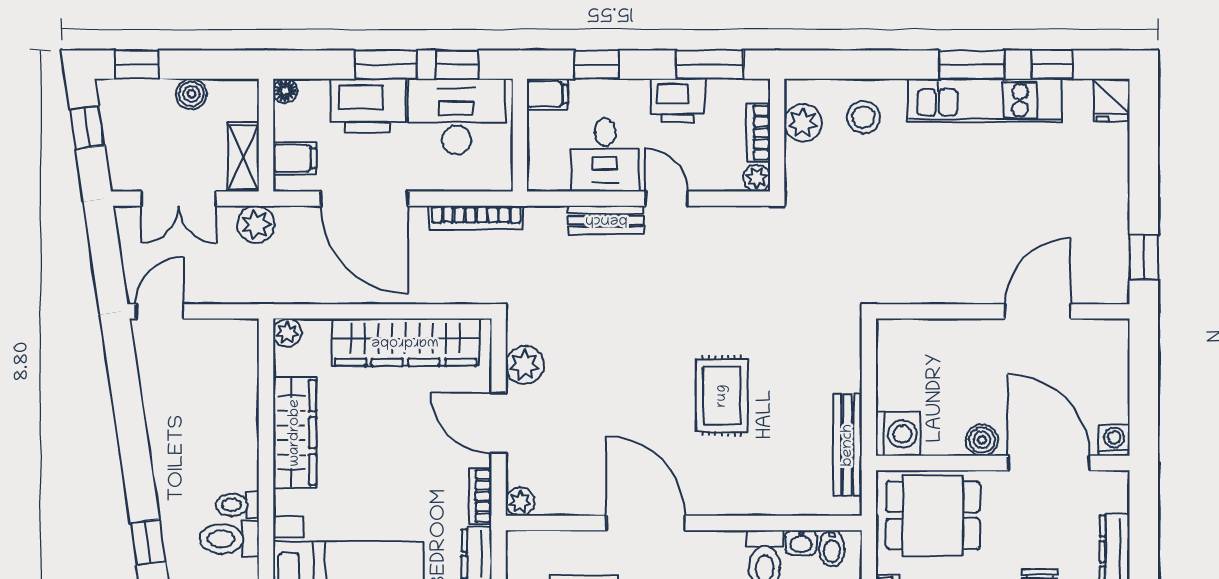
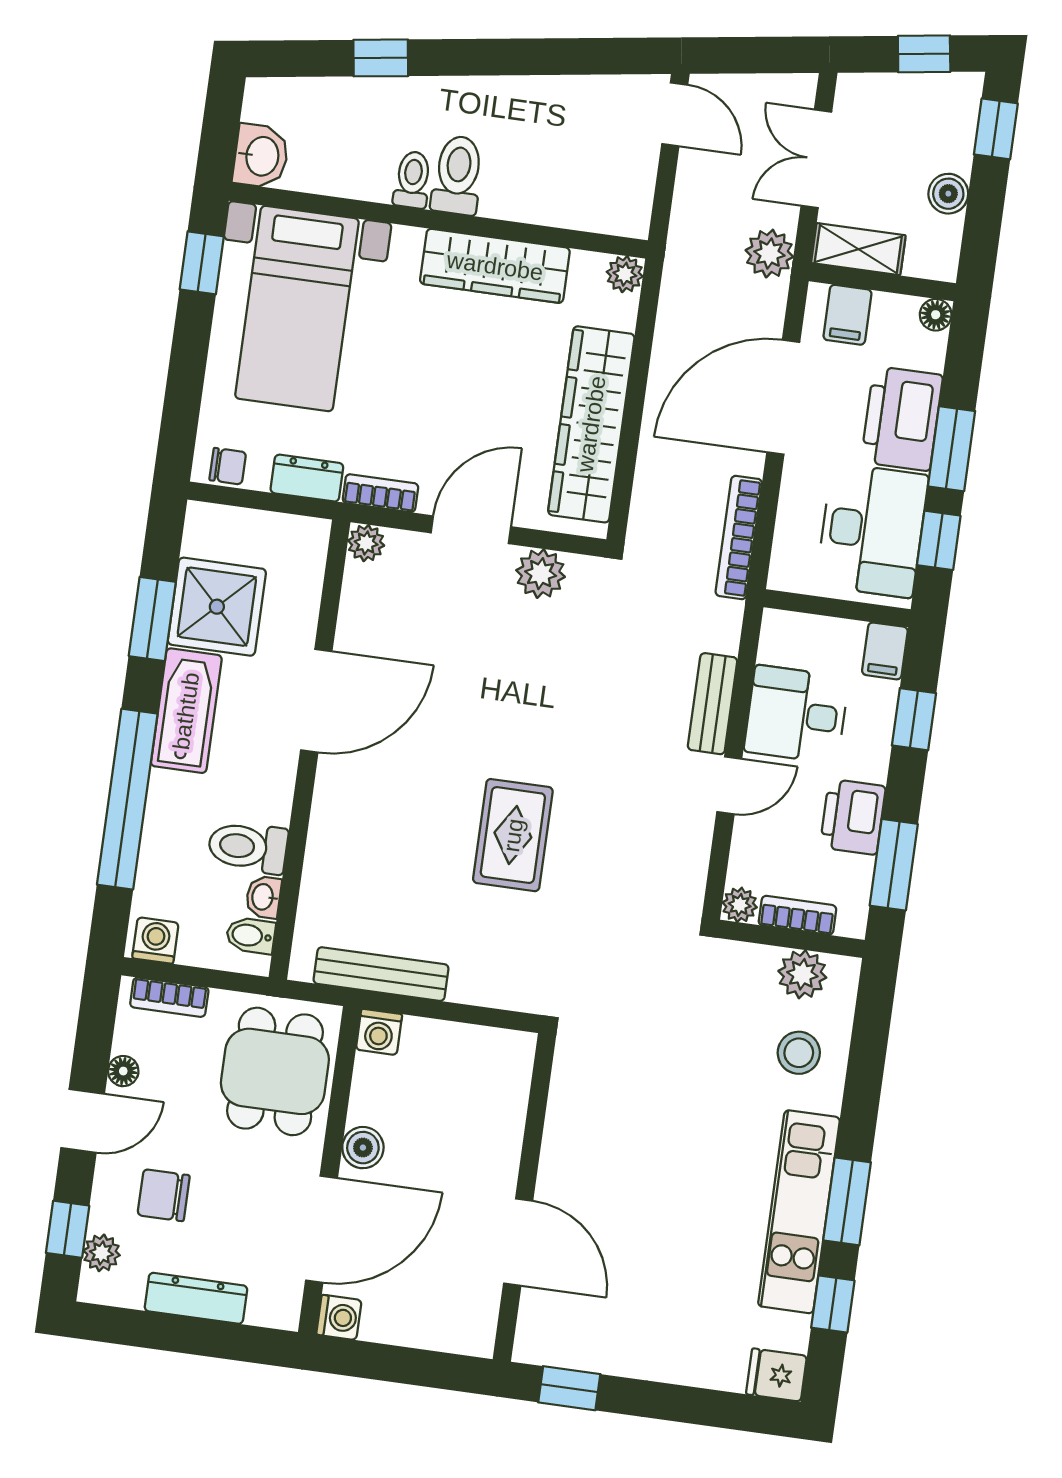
rug: (722, 396) -> (513, 835), moved, turned 90
washing machine: (898, 434) -> (379, 1032), width x0.73, depth x0.73
toilet: (229, 539) -> (458, 175), moved

